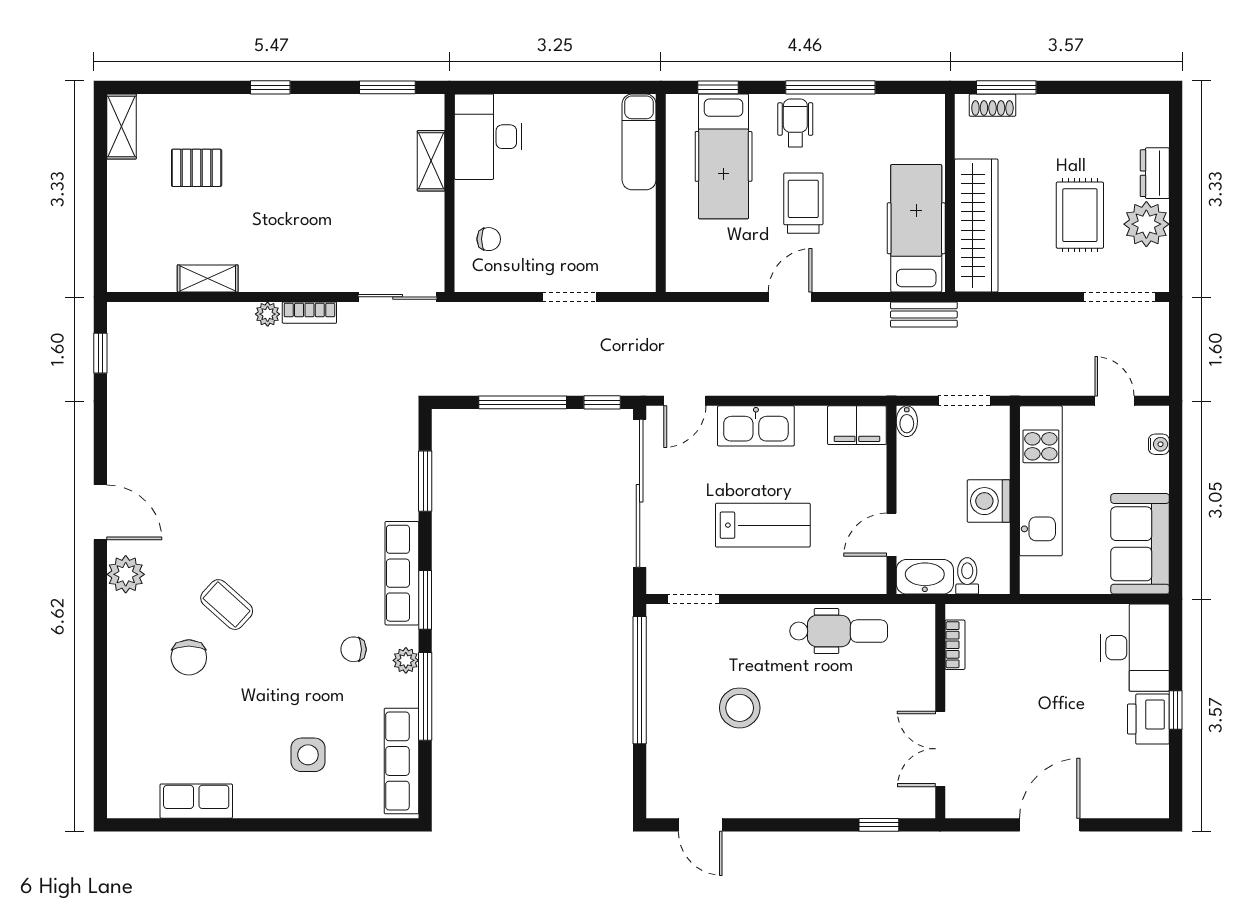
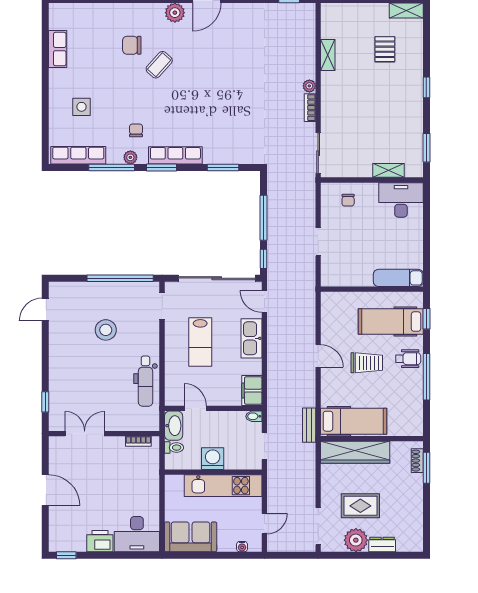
window: (1176, 710) -> (66, 555), moved

